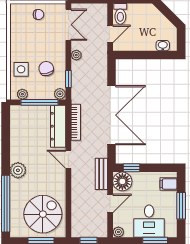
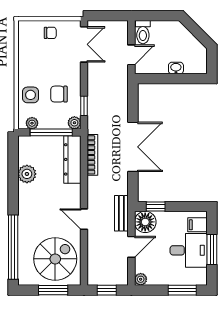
washbasin: (163, 46) -> (176, 68), moved
plant: (76, 55) -> (93, 79), removed
chair: (46, 69) -> (59, 94), turned -77
double door: (112, 115) -> (133, 147), width x0.73
door: (68, 159) -> (84, 219), moved
plant: (18, 170) -> (27, 174), moved
desk: (149, 221) -> (189, 250), moved, turned -90

